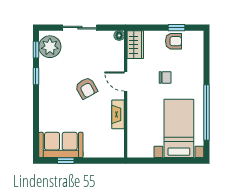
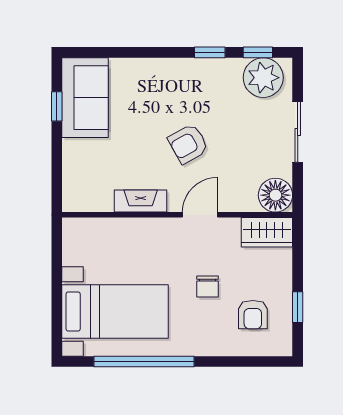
floor lamp: (119, 35) -> (275, 195), width x1.89, depth x1.89
armchair: (174, 41) -> (253, 315), moved

